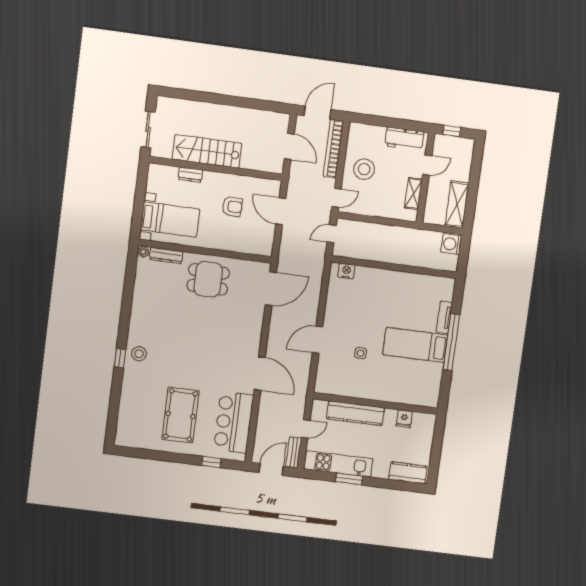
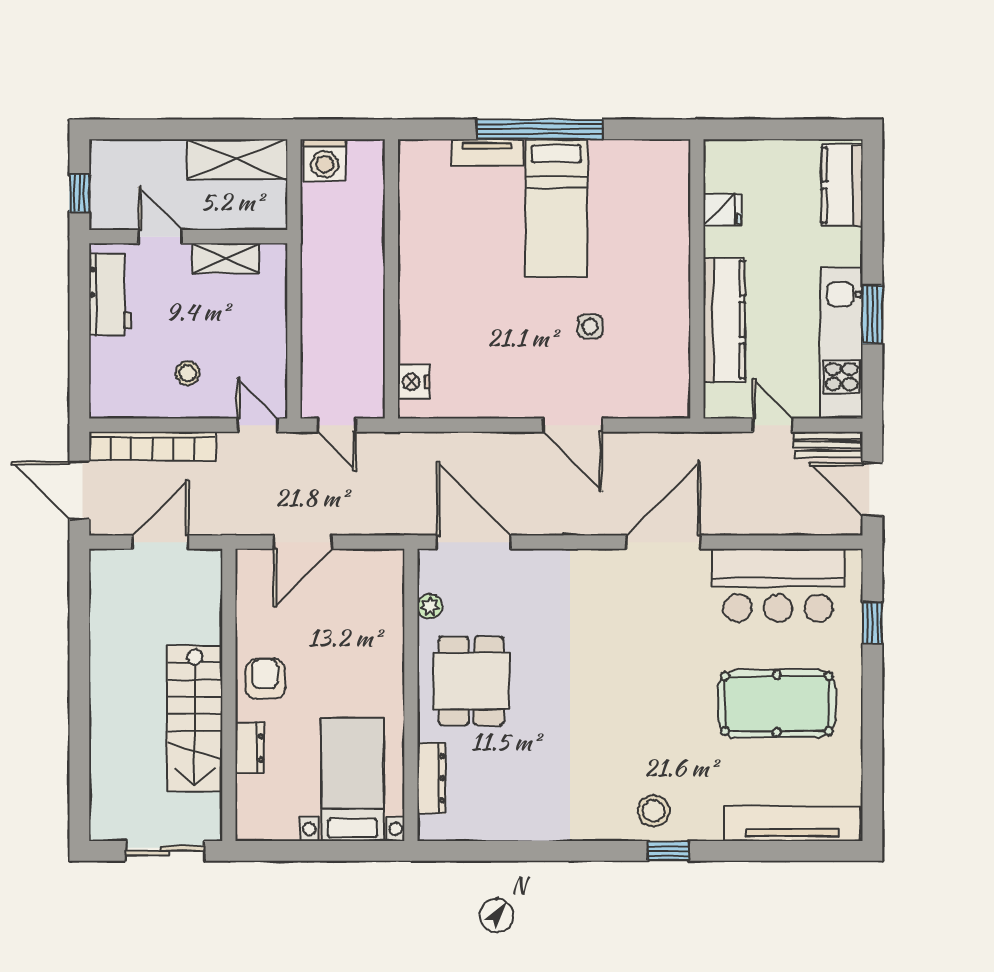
stool: (364, 169) -> (188, 373), width x0.53, depth x0.53
armchair: (232, 207) -> (265, 679), moved
plant: (143, 252) -> (430, 606), moved
tv unit: (125, 415) -> (792, 824), added

